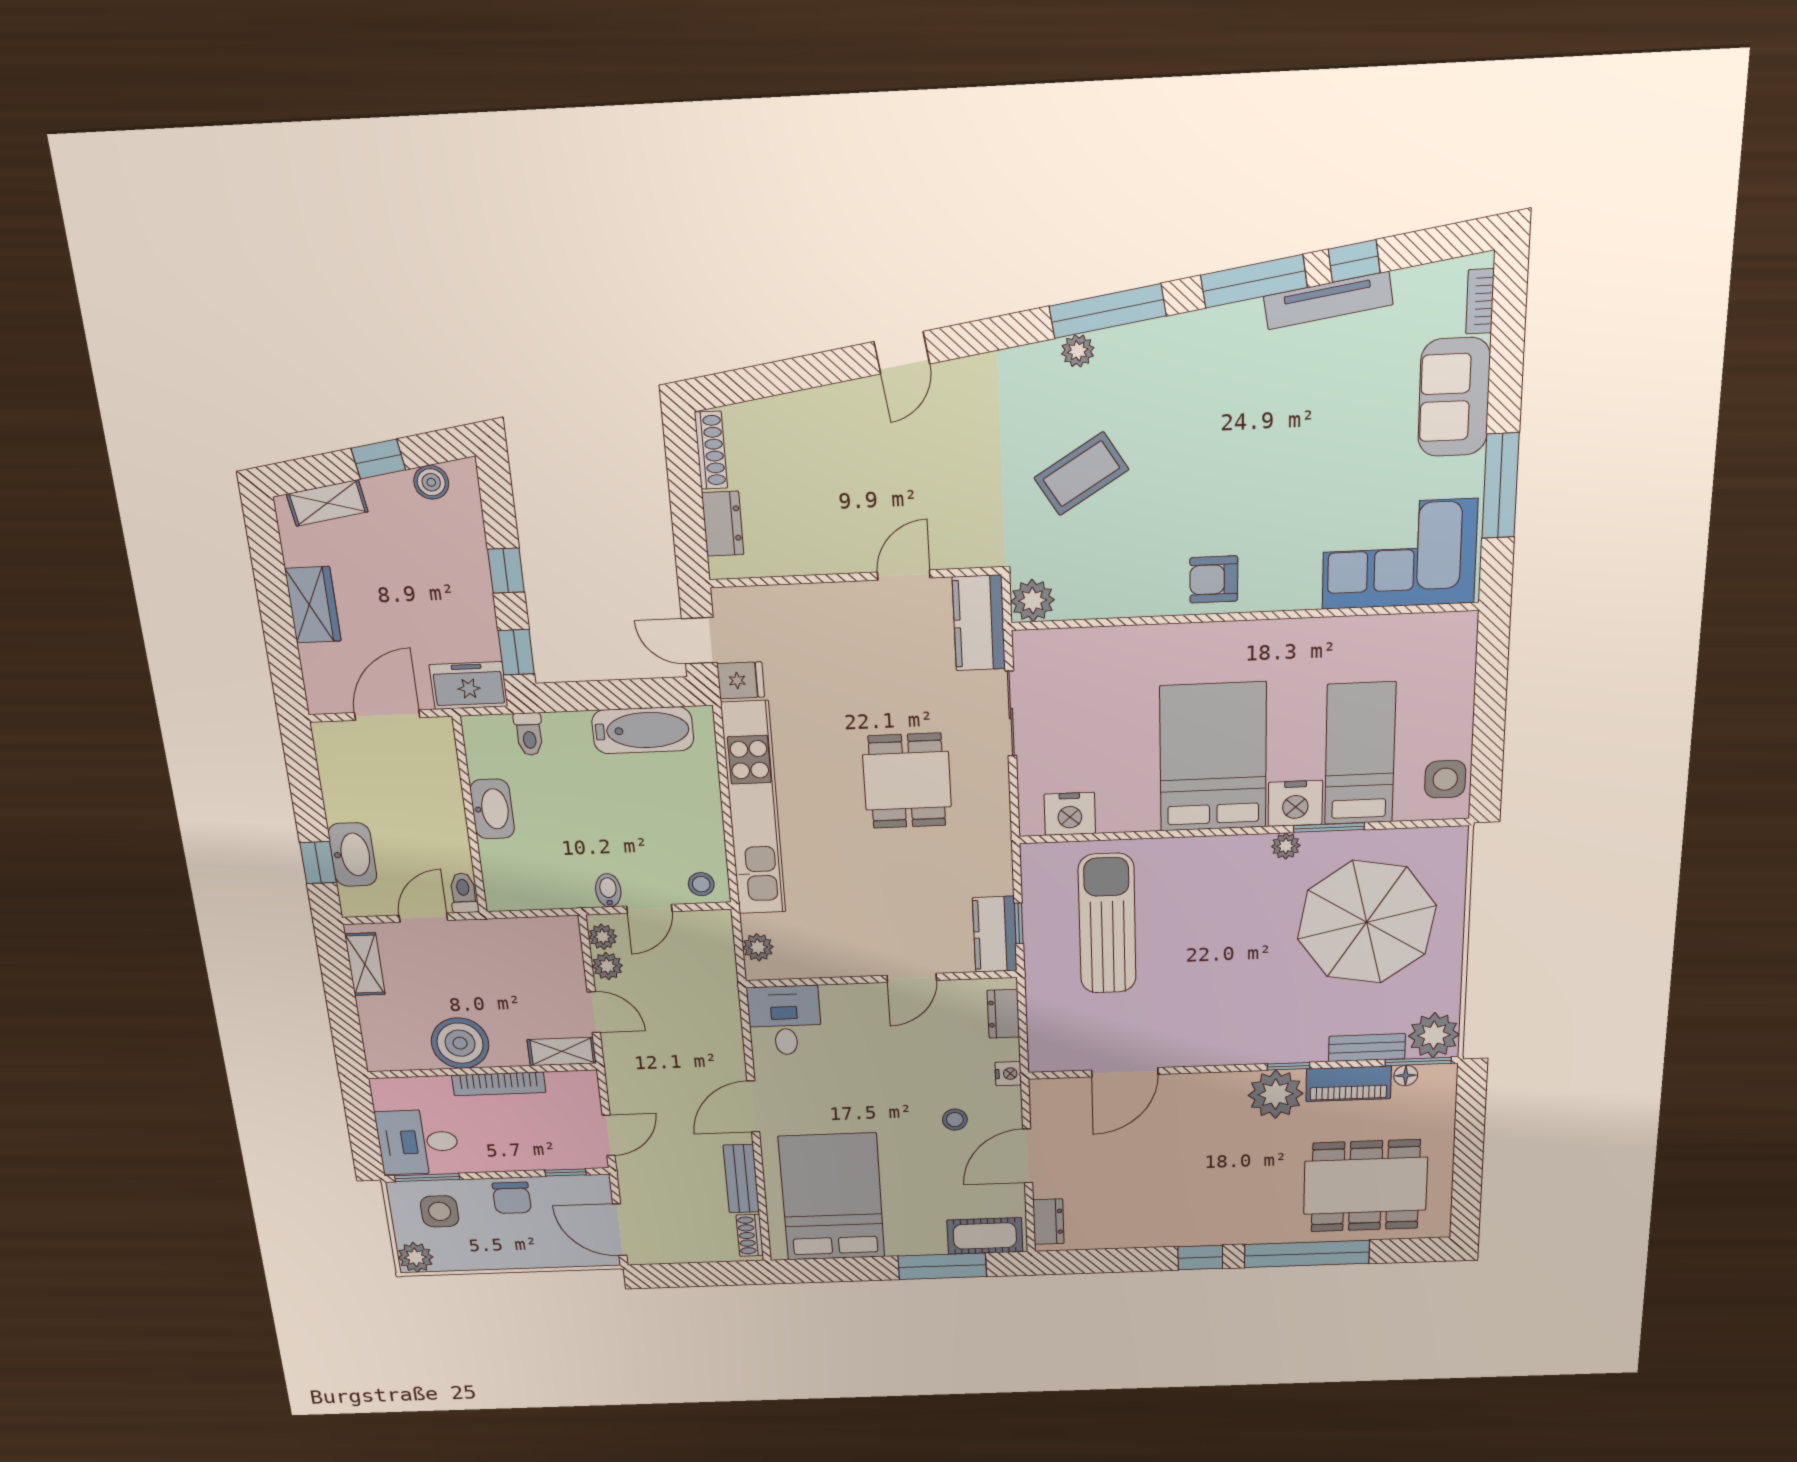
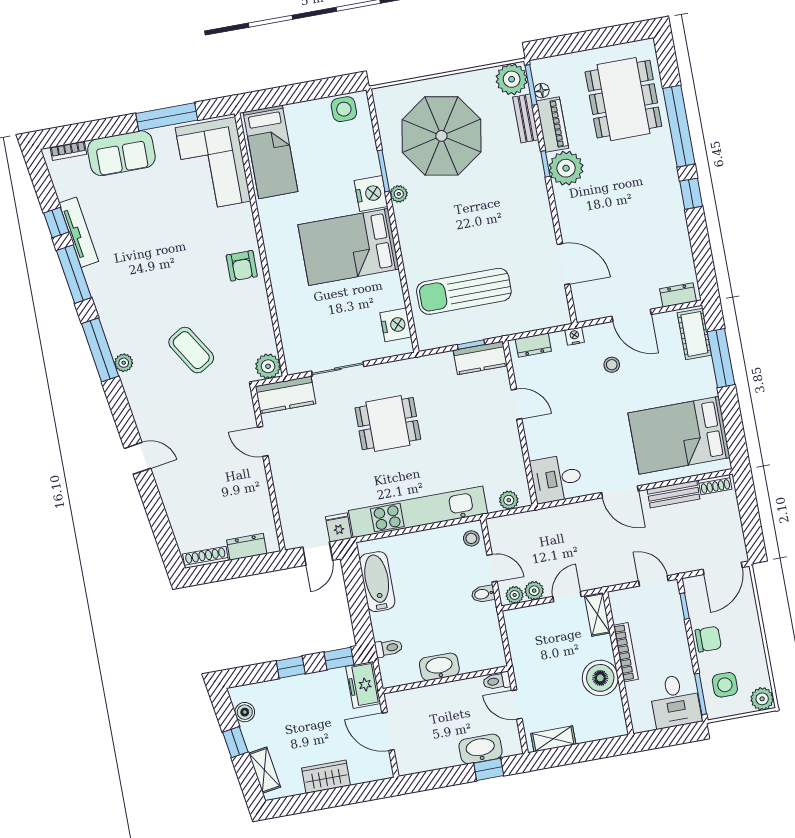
bed: (1360, 754) -> (271, 152), moved, turned -90

